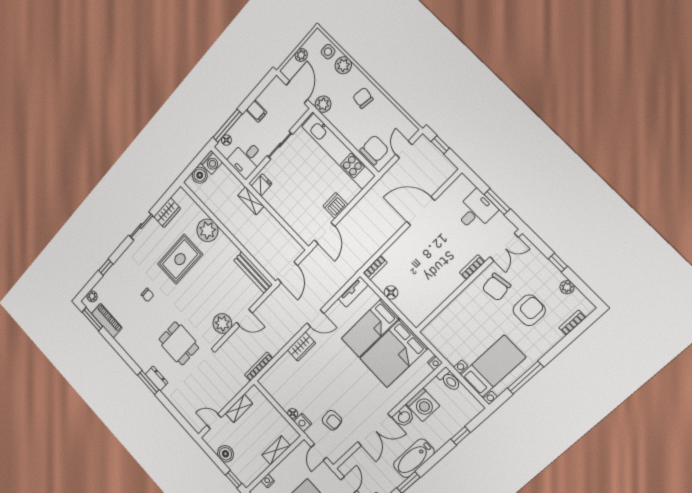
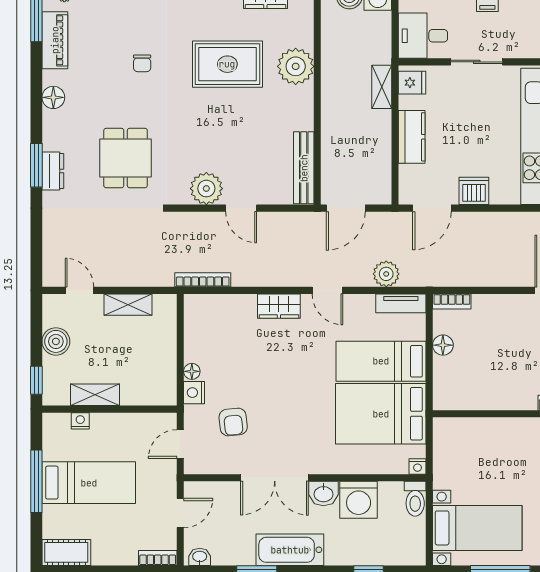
kitchen counter: (285, 210) -> (412, 137), added
plant: (334, 285) -> (386, 274), added
floor lamp: (128, 346) -> (53, 97), added
shelving: (276, 450) -> (95, 395), moved

